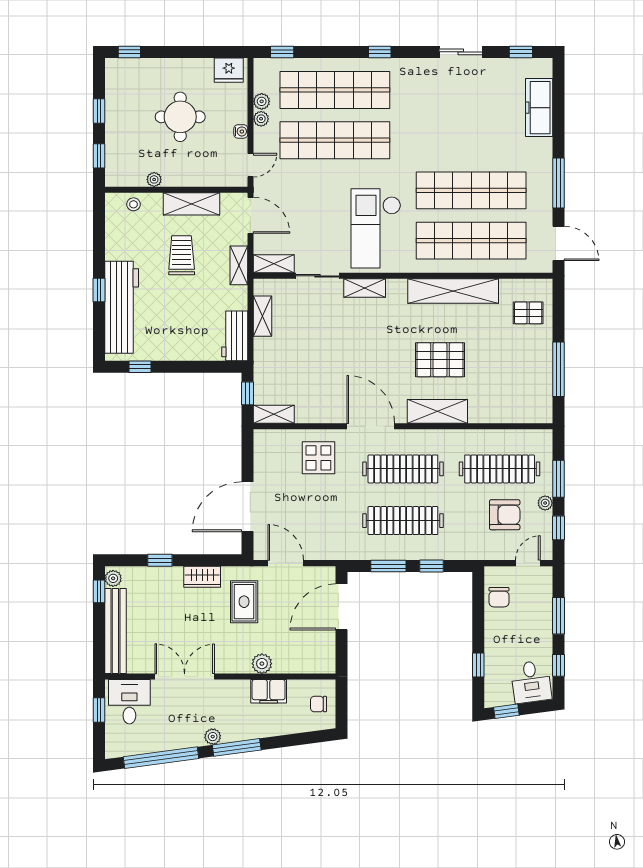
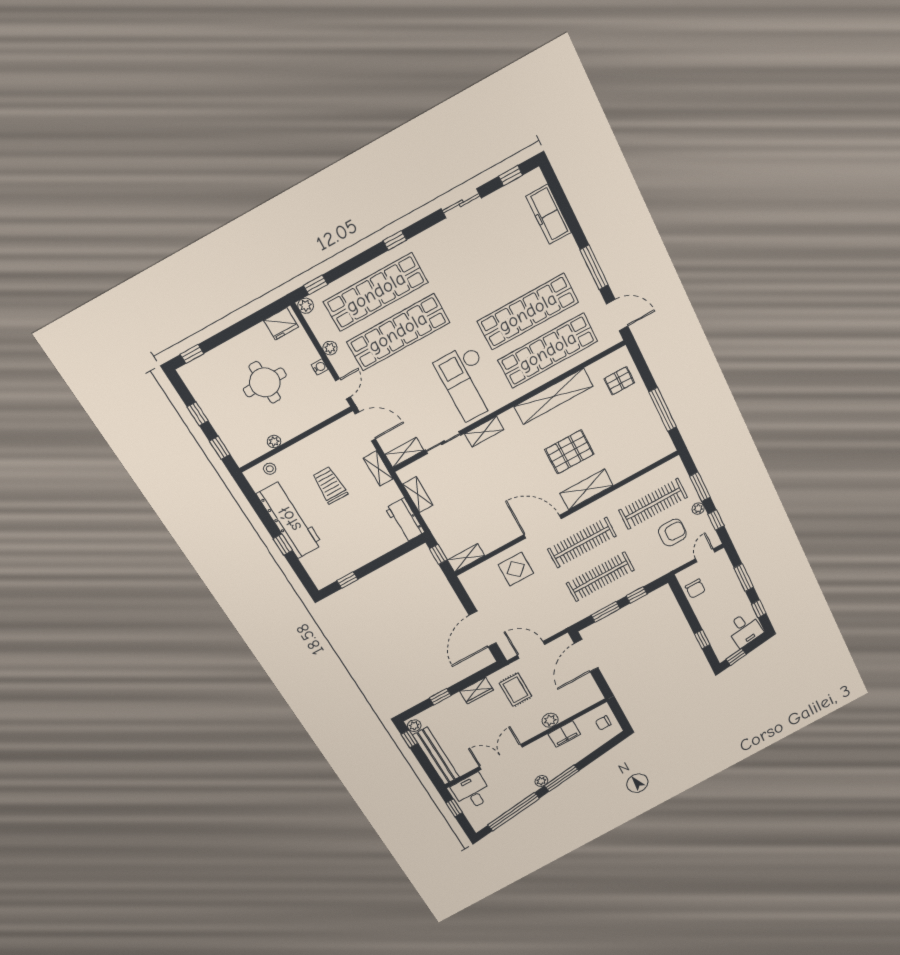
plant: (262, 101) -> (306, 306), moved
shelving: (191, 204) -> (314, 444), removed
workbench: (122, 307) -> (290, 519), moved

